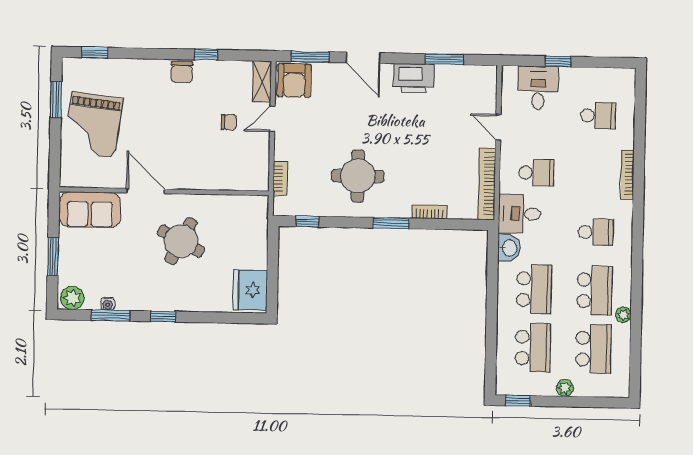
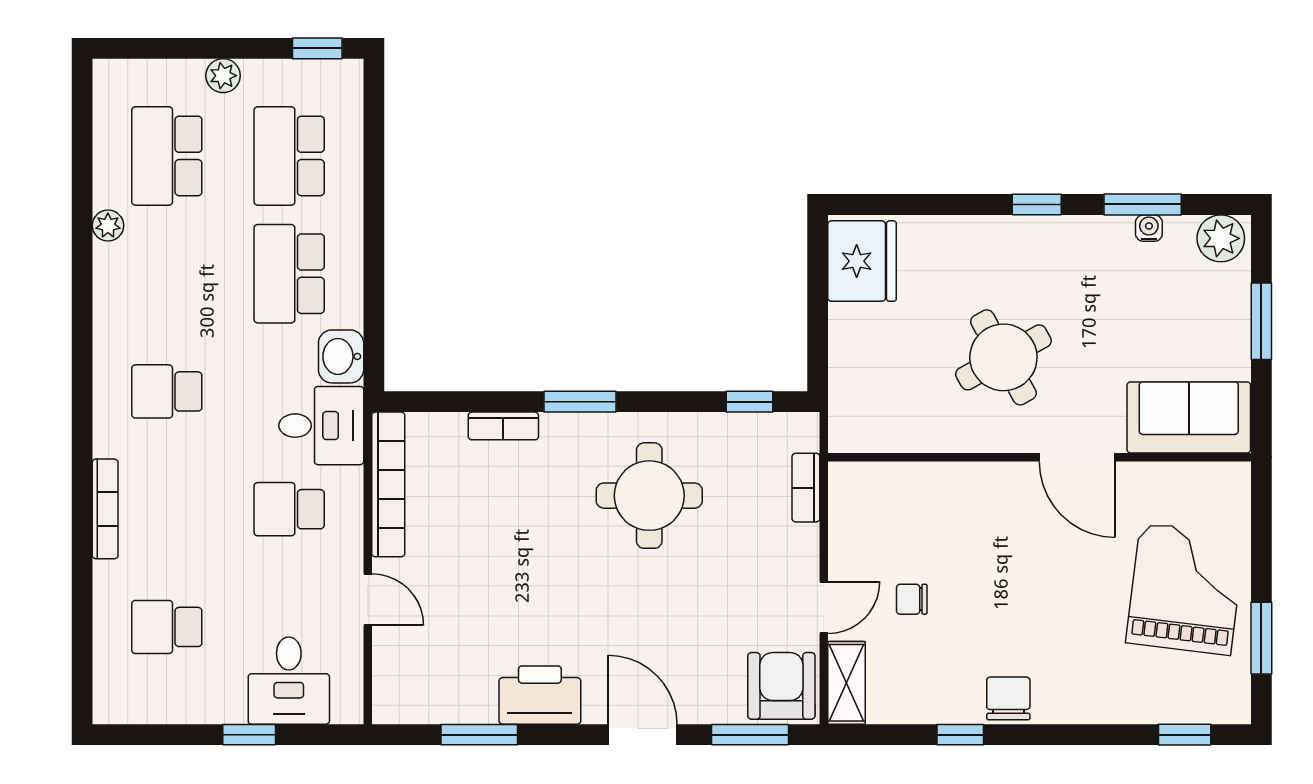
round table: (181, 241) -> (1003, 357), turned 33
school desk: (595, 290) -> (167, 274), removed

